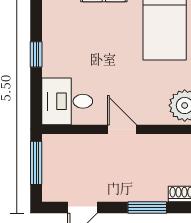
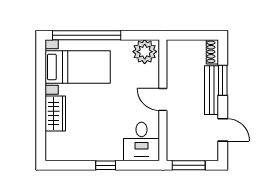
door: (122, 129) -> (163, 100), hinge flipped
bench: (134, 193) -> (212, 90), added

